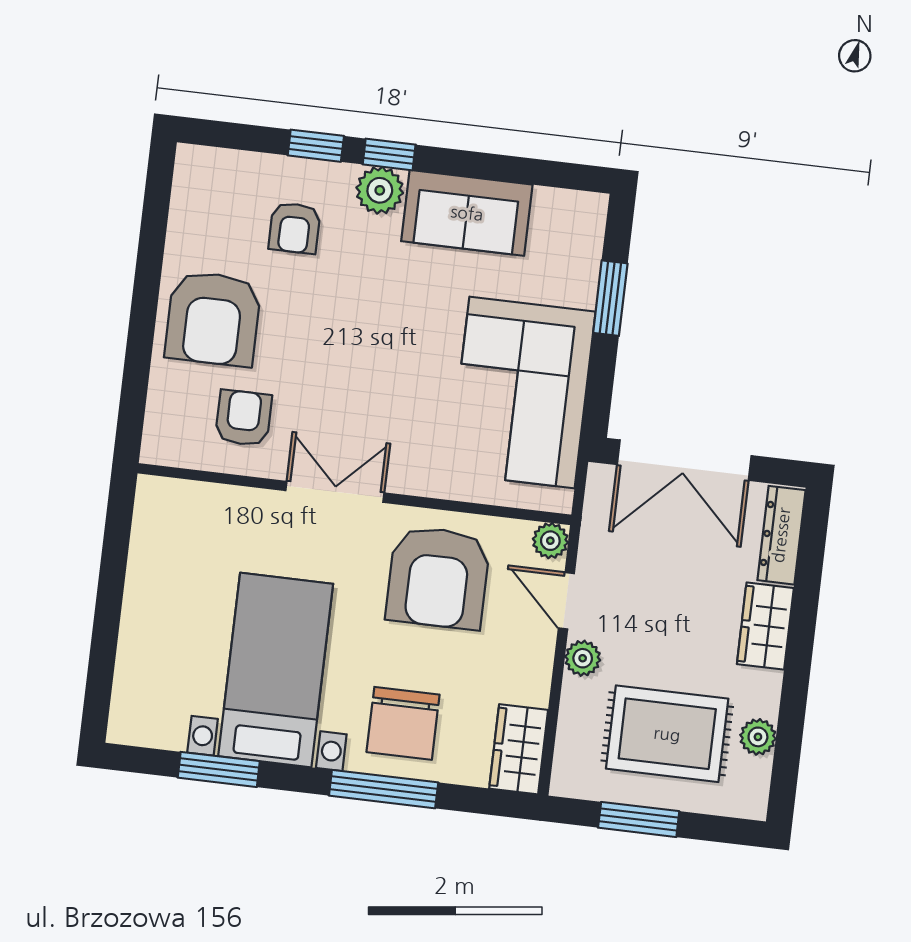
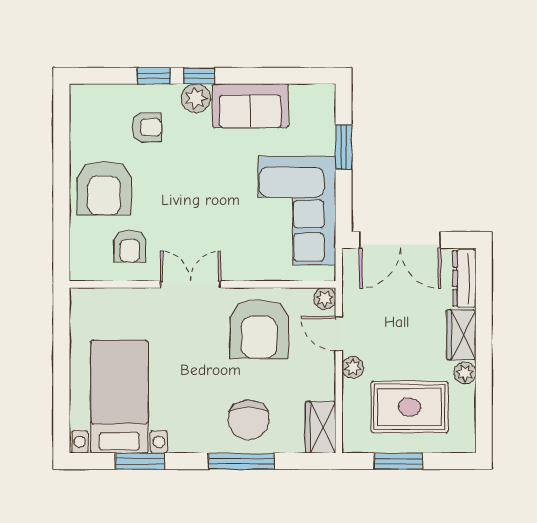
armchair: (294, 228) -> (147, 127), turned -90
armchair: (243, 418) -> (130, 246), turned 180
bed with nightstands: (276, 670) -> (119, 397), moved
plant: (758, 737) -> (465, 373), moved

